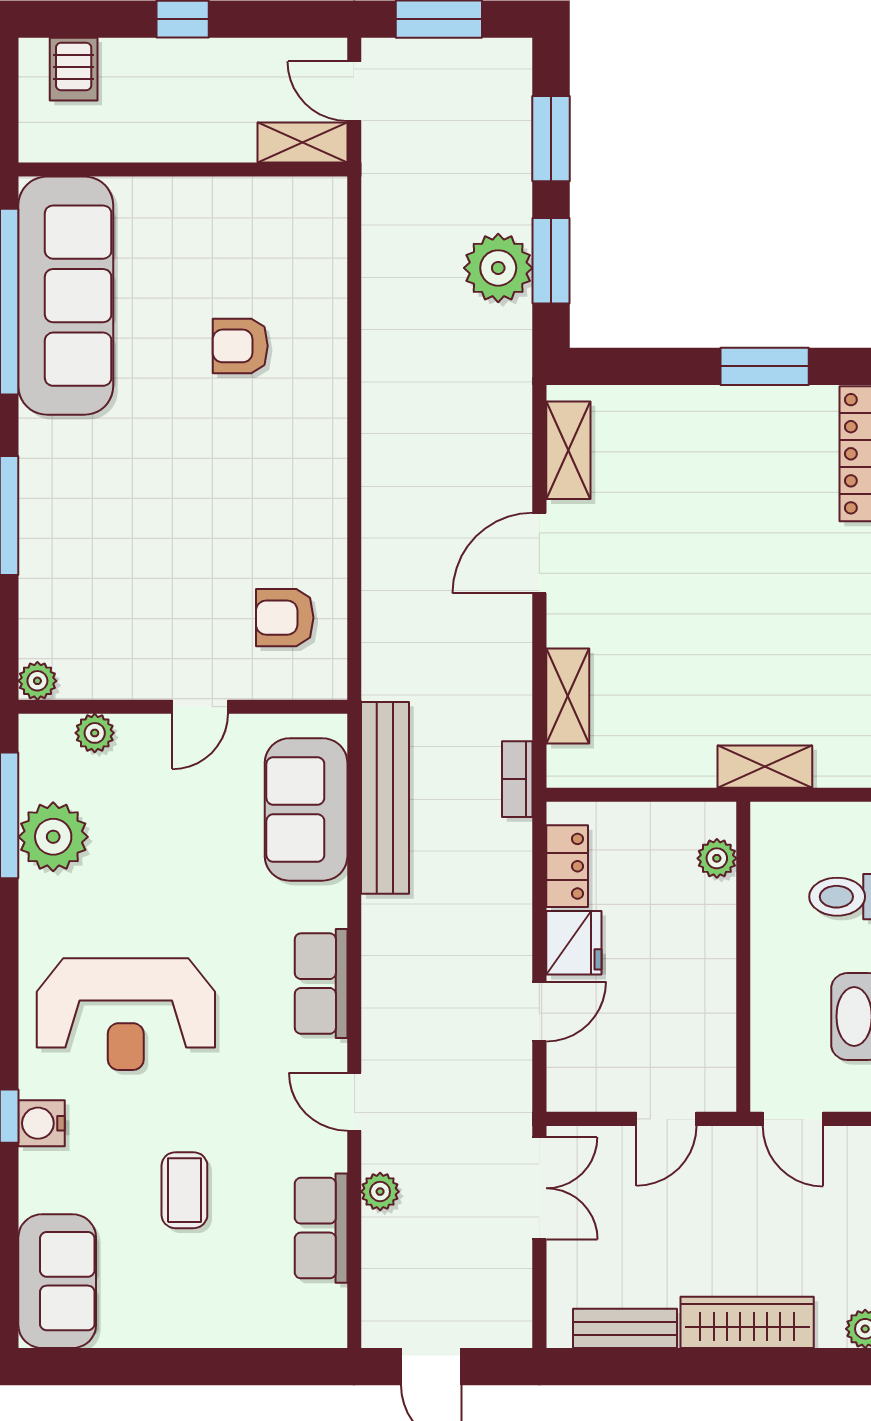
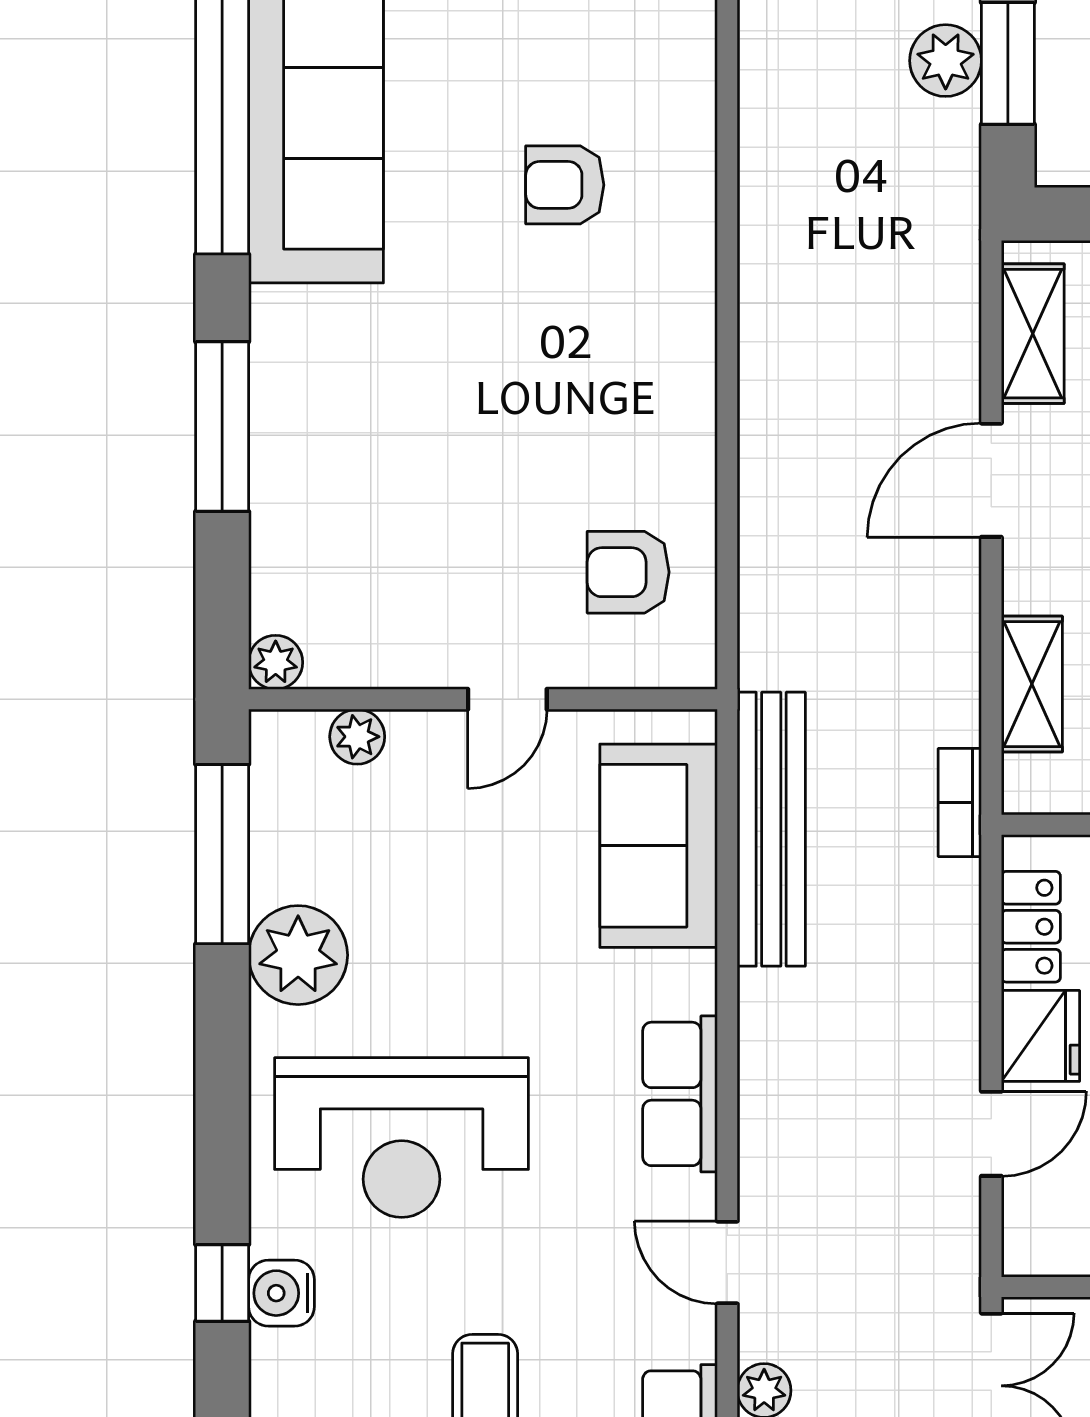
plant: (498, 268) -> (946, 61), width x0.73, depth x0.73
plant: (53, 837) -> (298, 955), moved

